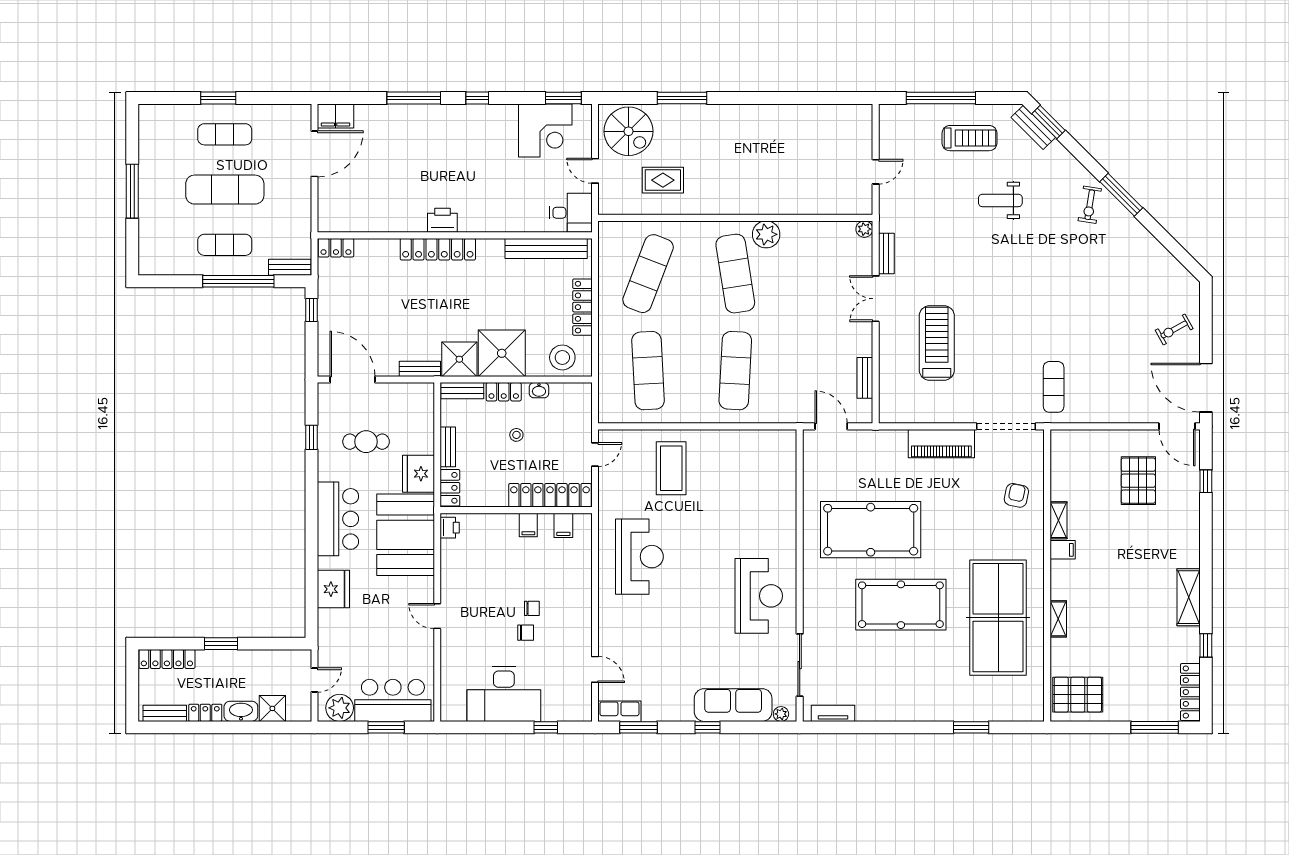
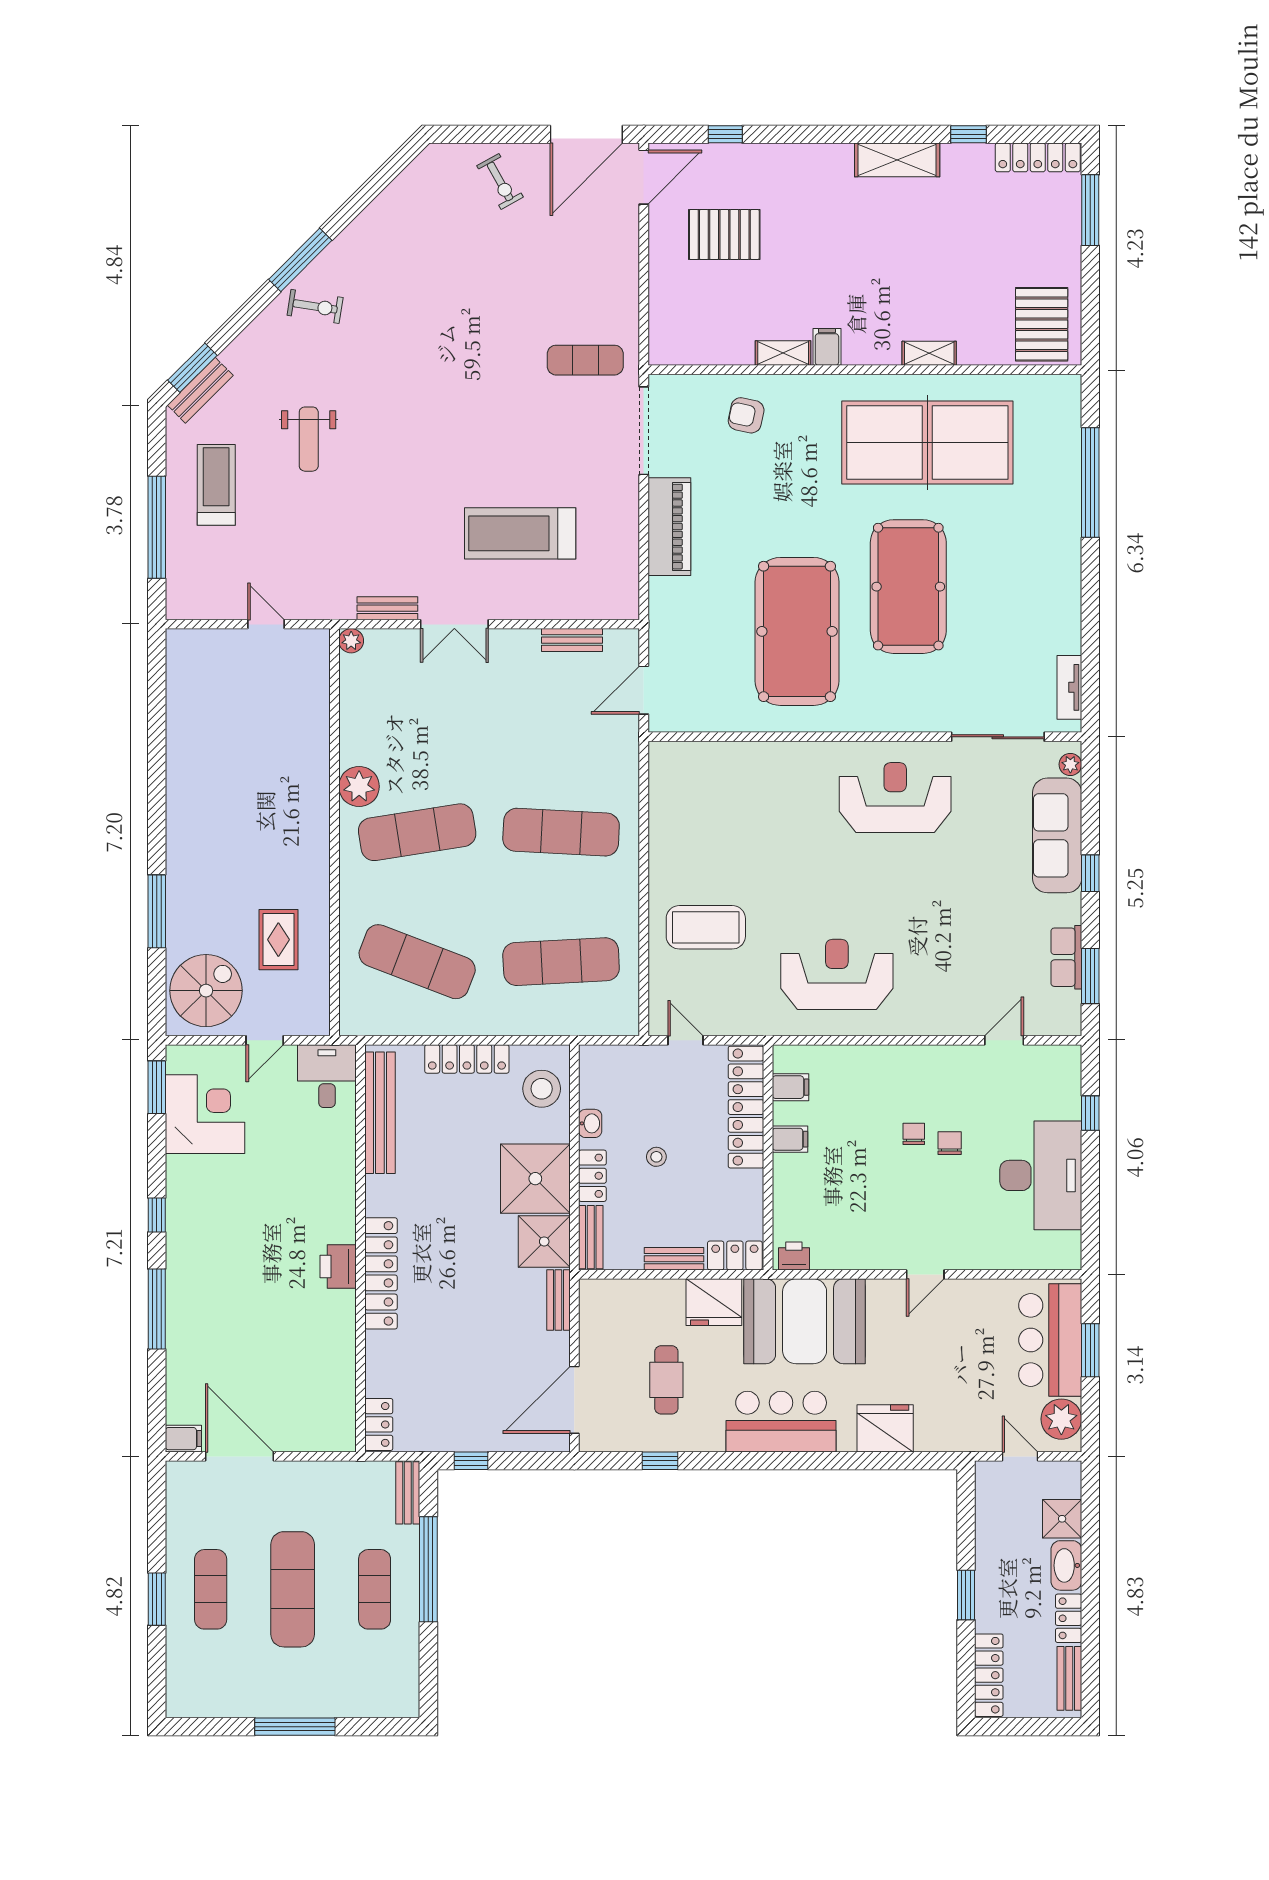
filing cabinet: (336, 116) -> (183, 1439), width x0.50
row of seats: (619, 711) -> (1066, 957), moved
window: (971, 727) -> (1090, 482), width x2.11

